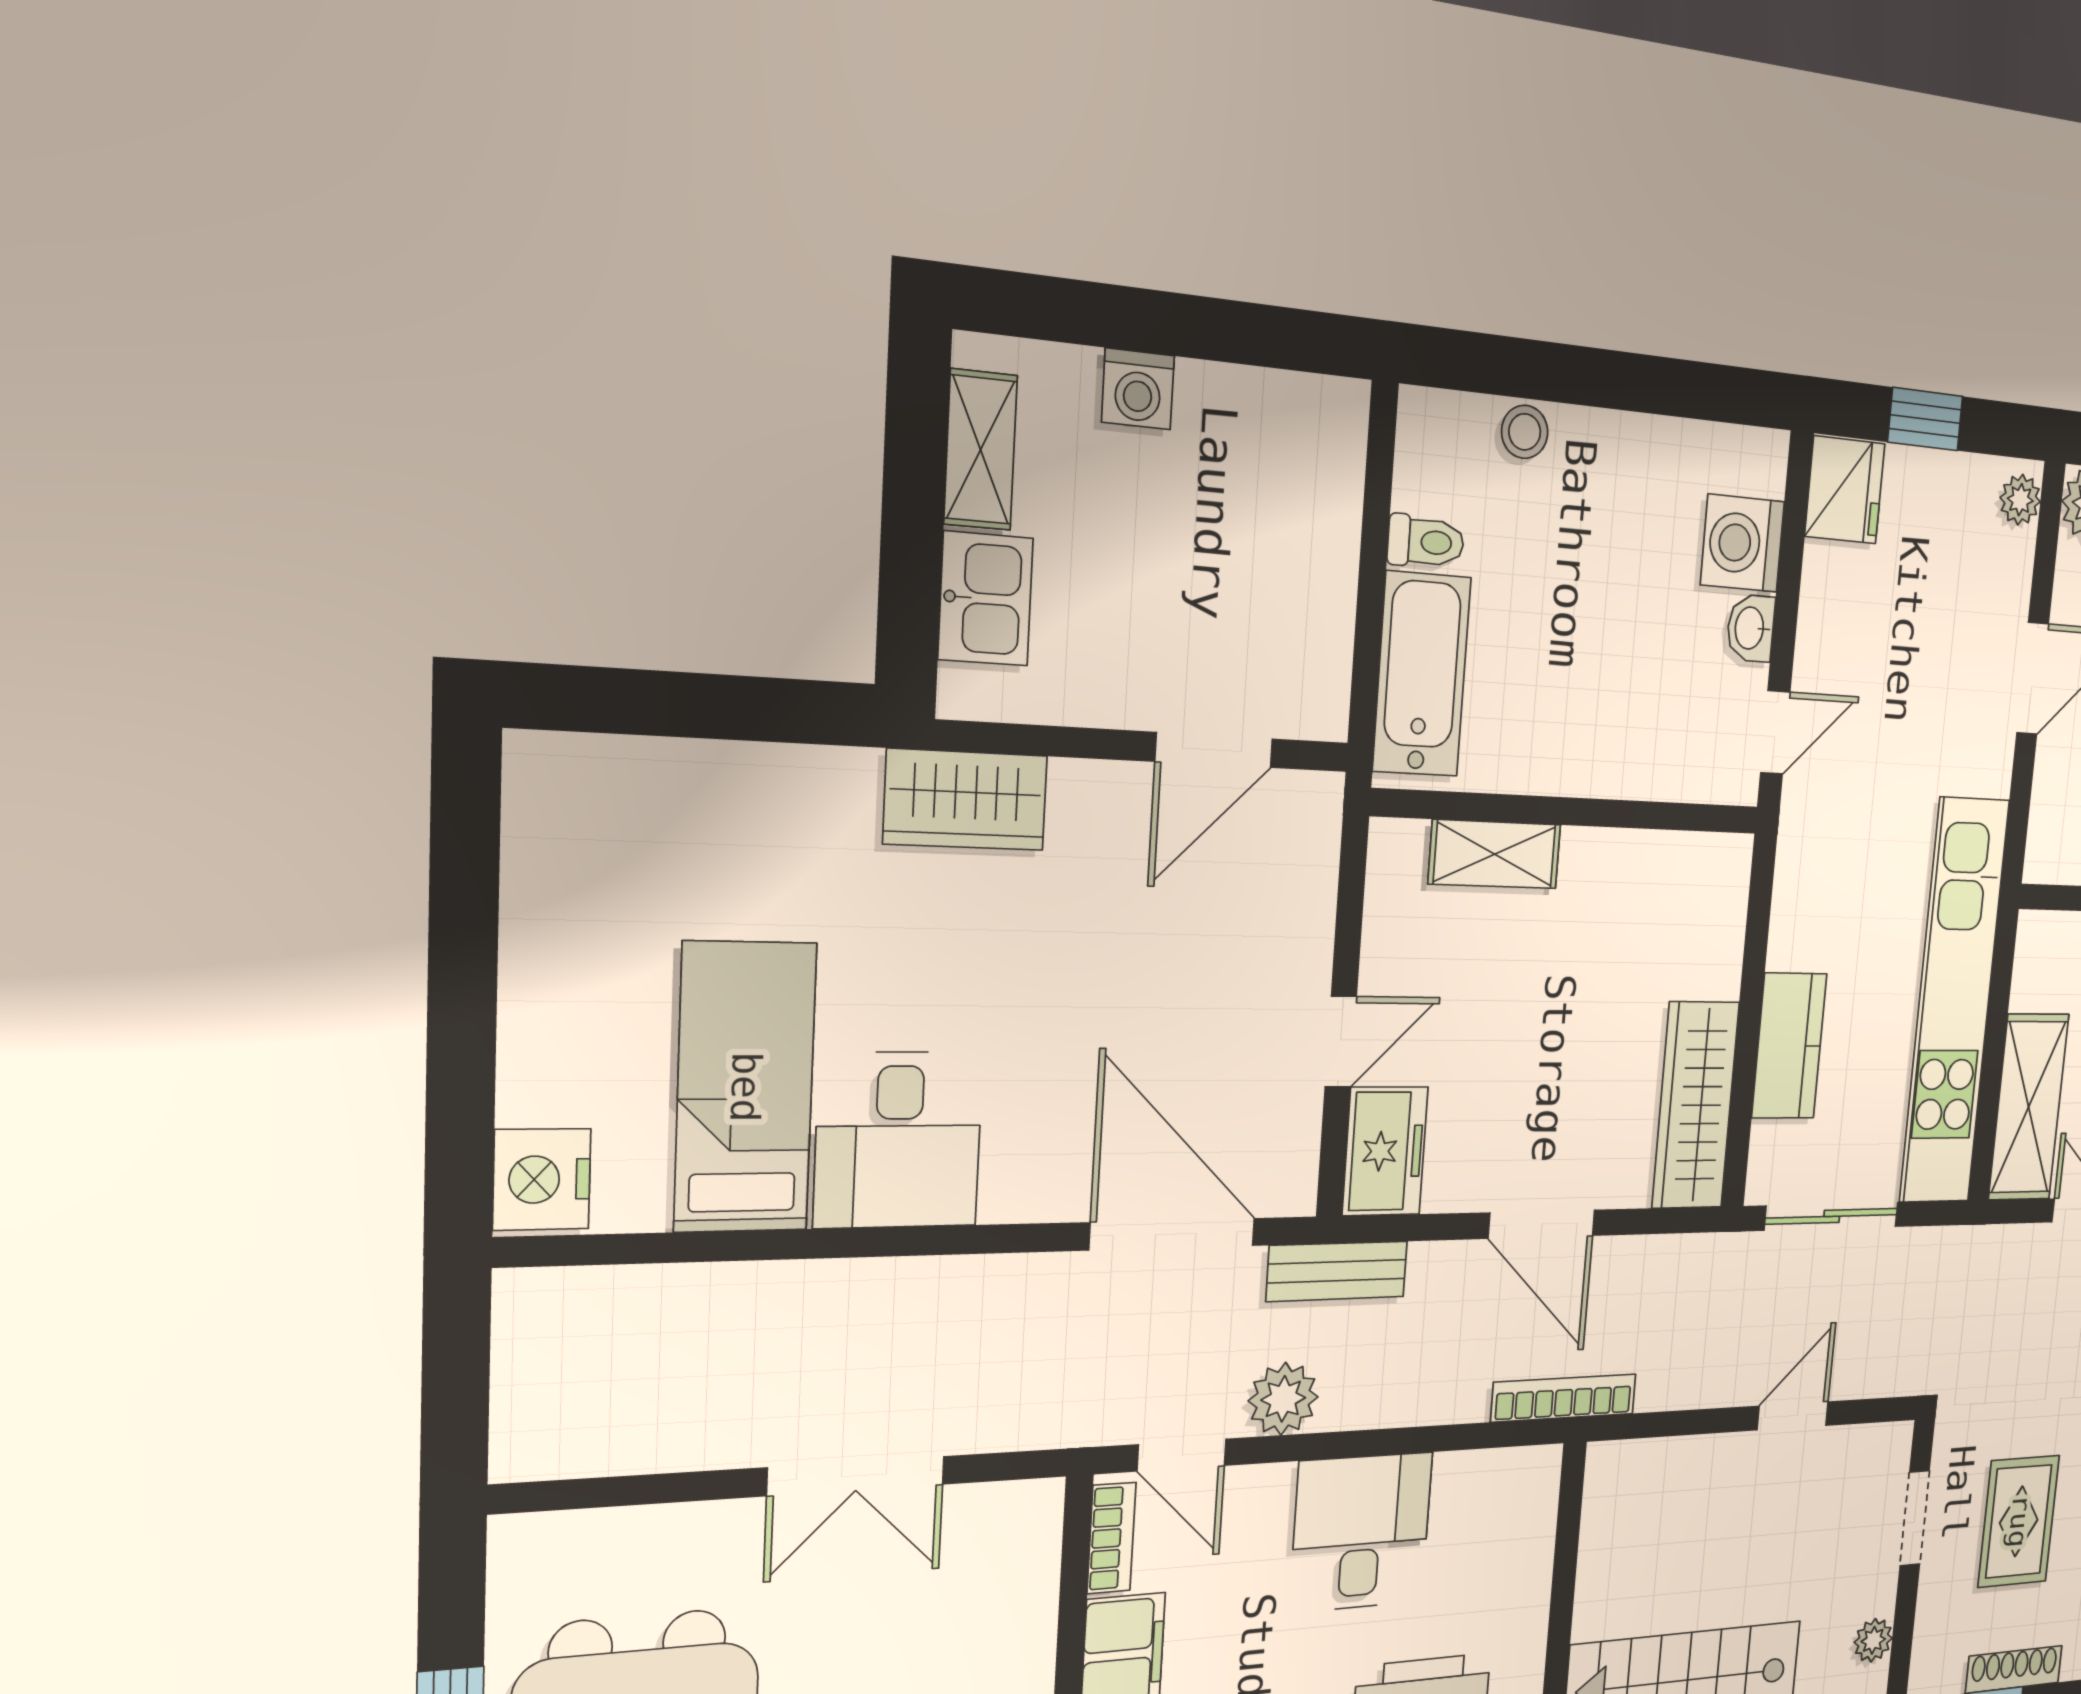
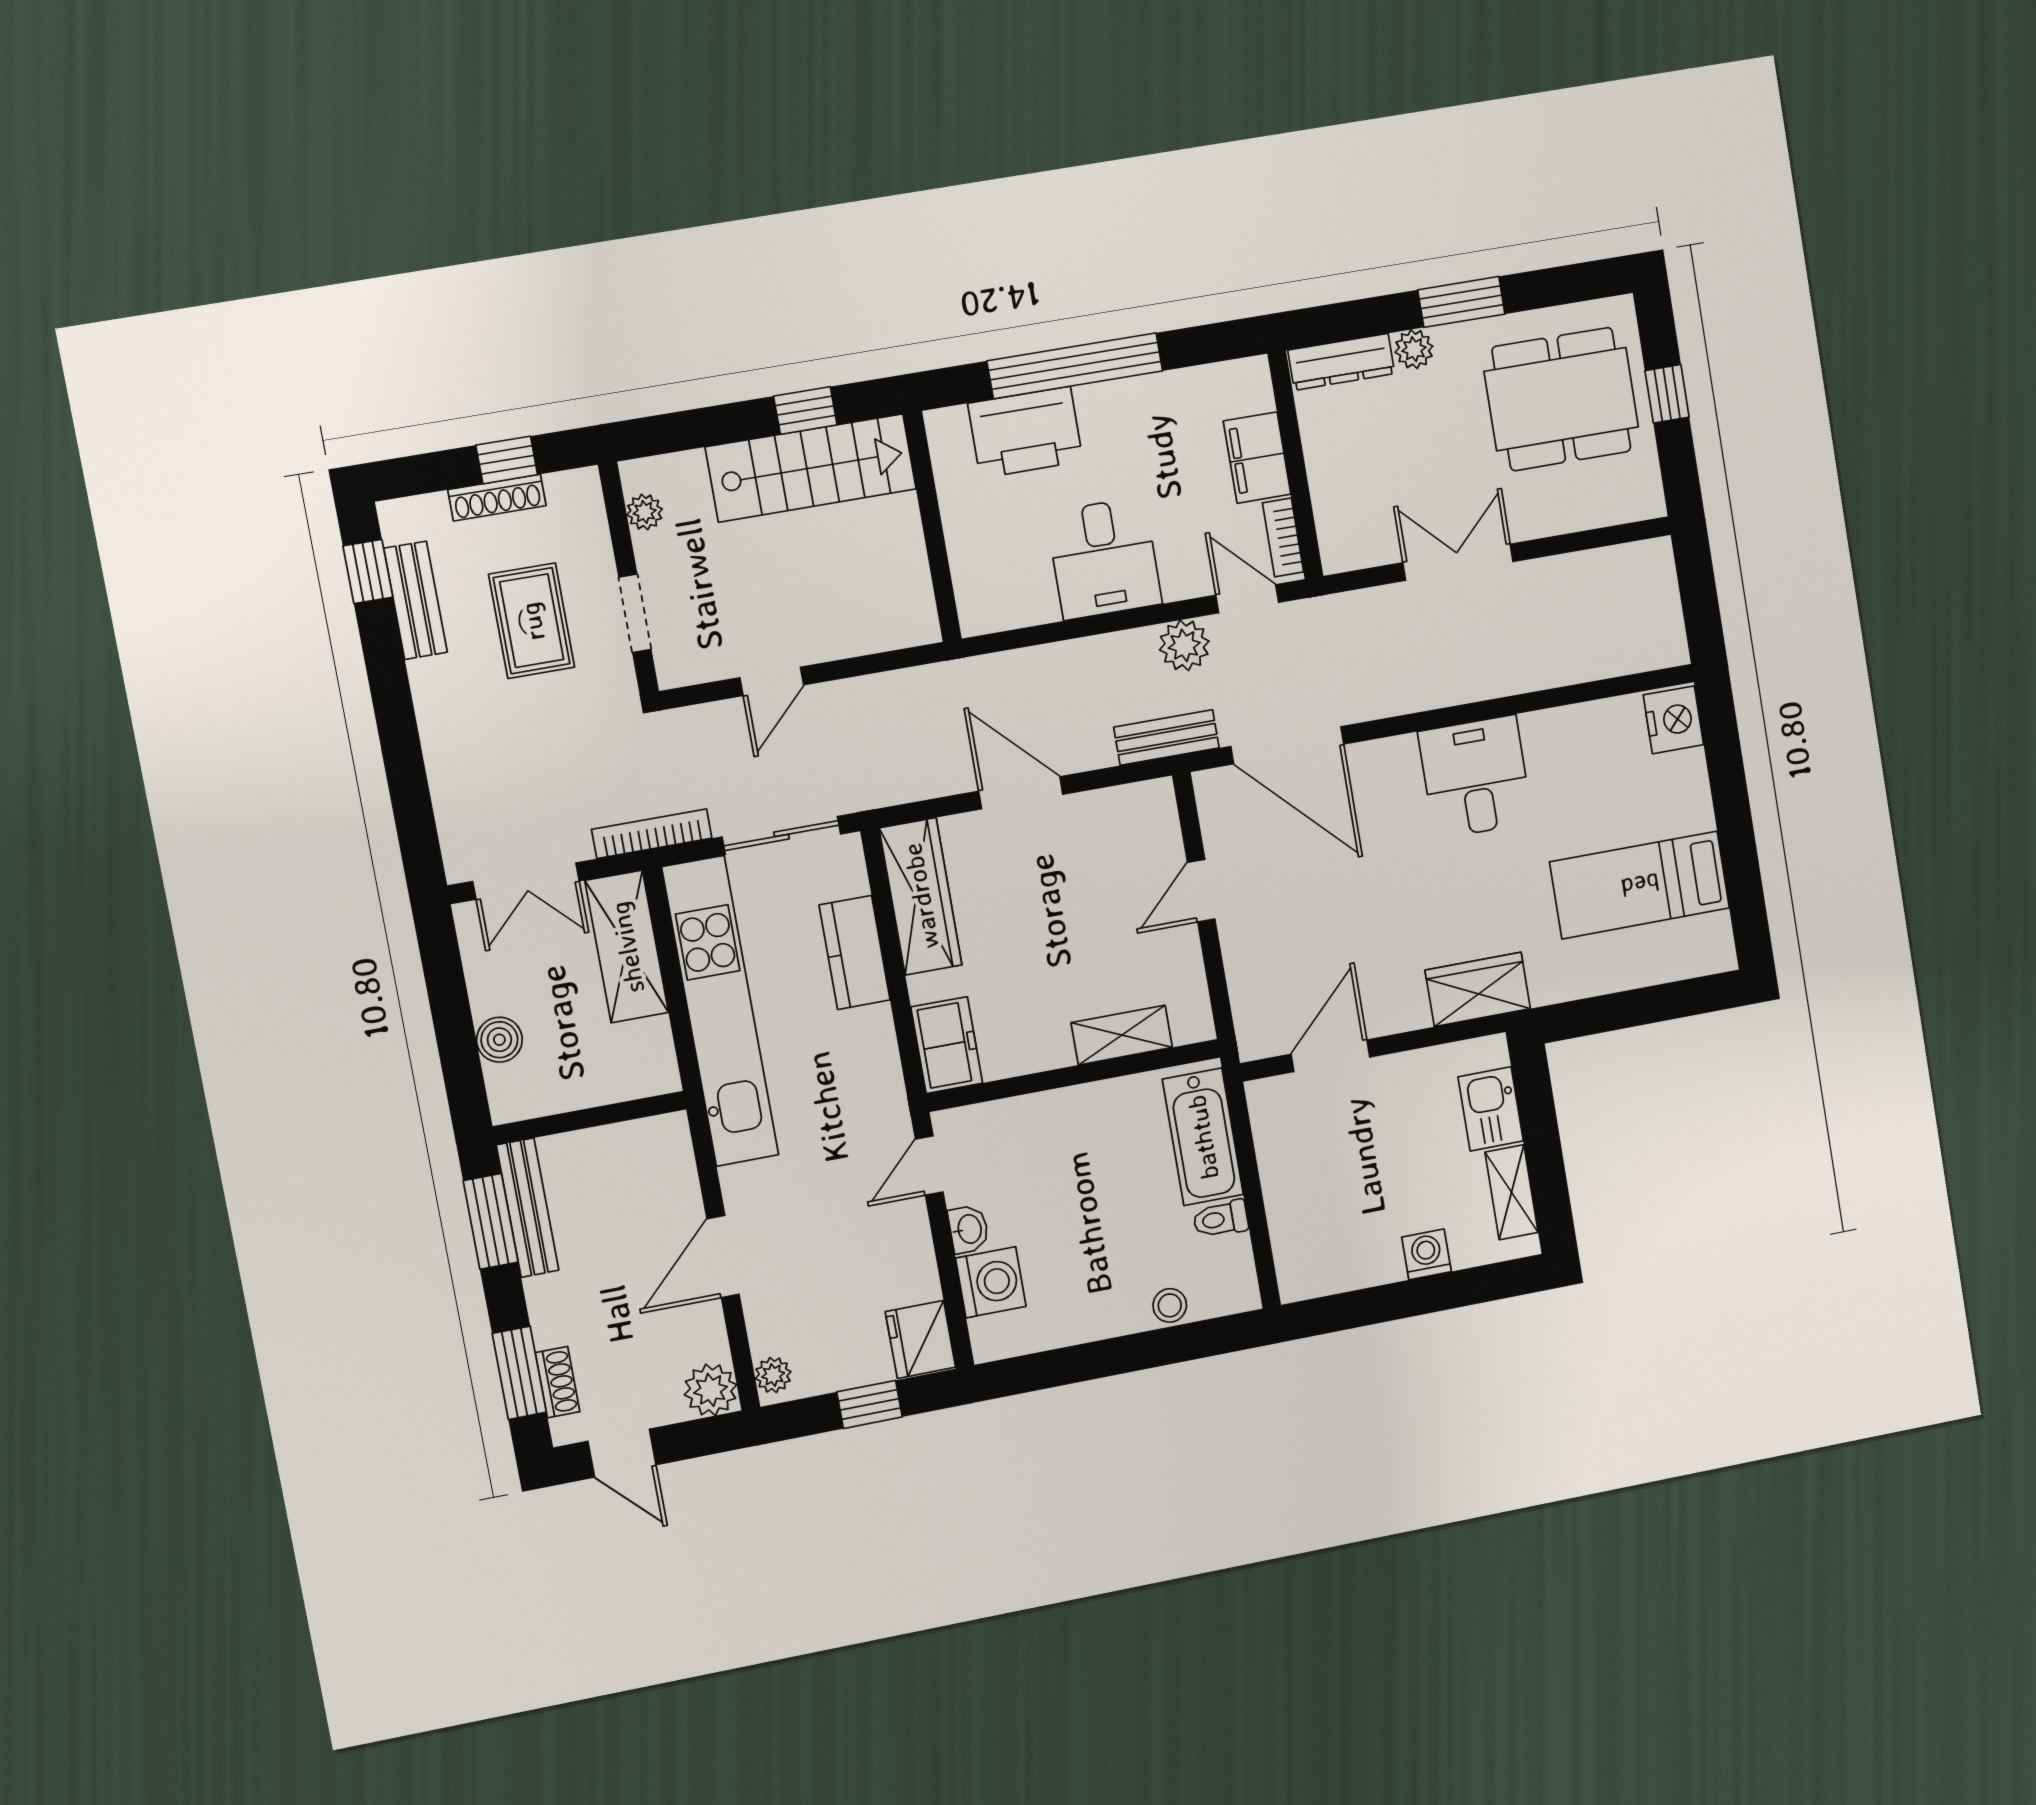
bed: (745, 1087) -> (1640, 885), moved, turned 90
freezer: (1385, 1151) -> (947, 1045), moved, turned 180
bookcase: (1564, 1398) -> (652, 834), moved, turned 180

